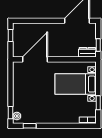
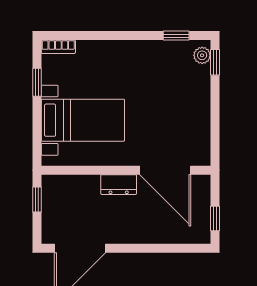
dresser: (87, 52) -> (119, 185), moved
door: (35, 59) -> (165, 170), hinge flipped

